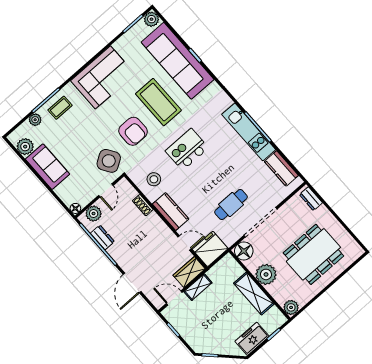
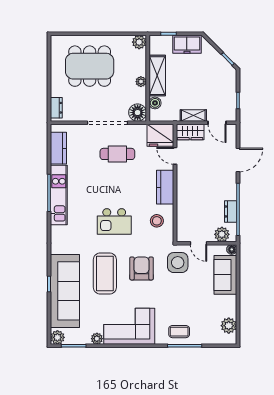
plant: (35, 120) -> (97, 339), moved
side table: (109, 161) -> (178, 263), turned 33
sofa: (47, 167) -> (225, 275), moved
door: (106, 190) -> (198, 243), swing flipped
shoe rack: (143, 205) -> (181, 209), removed
boiler: (237, 271) -> (155, 103), added
plant: (266, 274) -> (141, 82), width x0.53, depth x0.53

